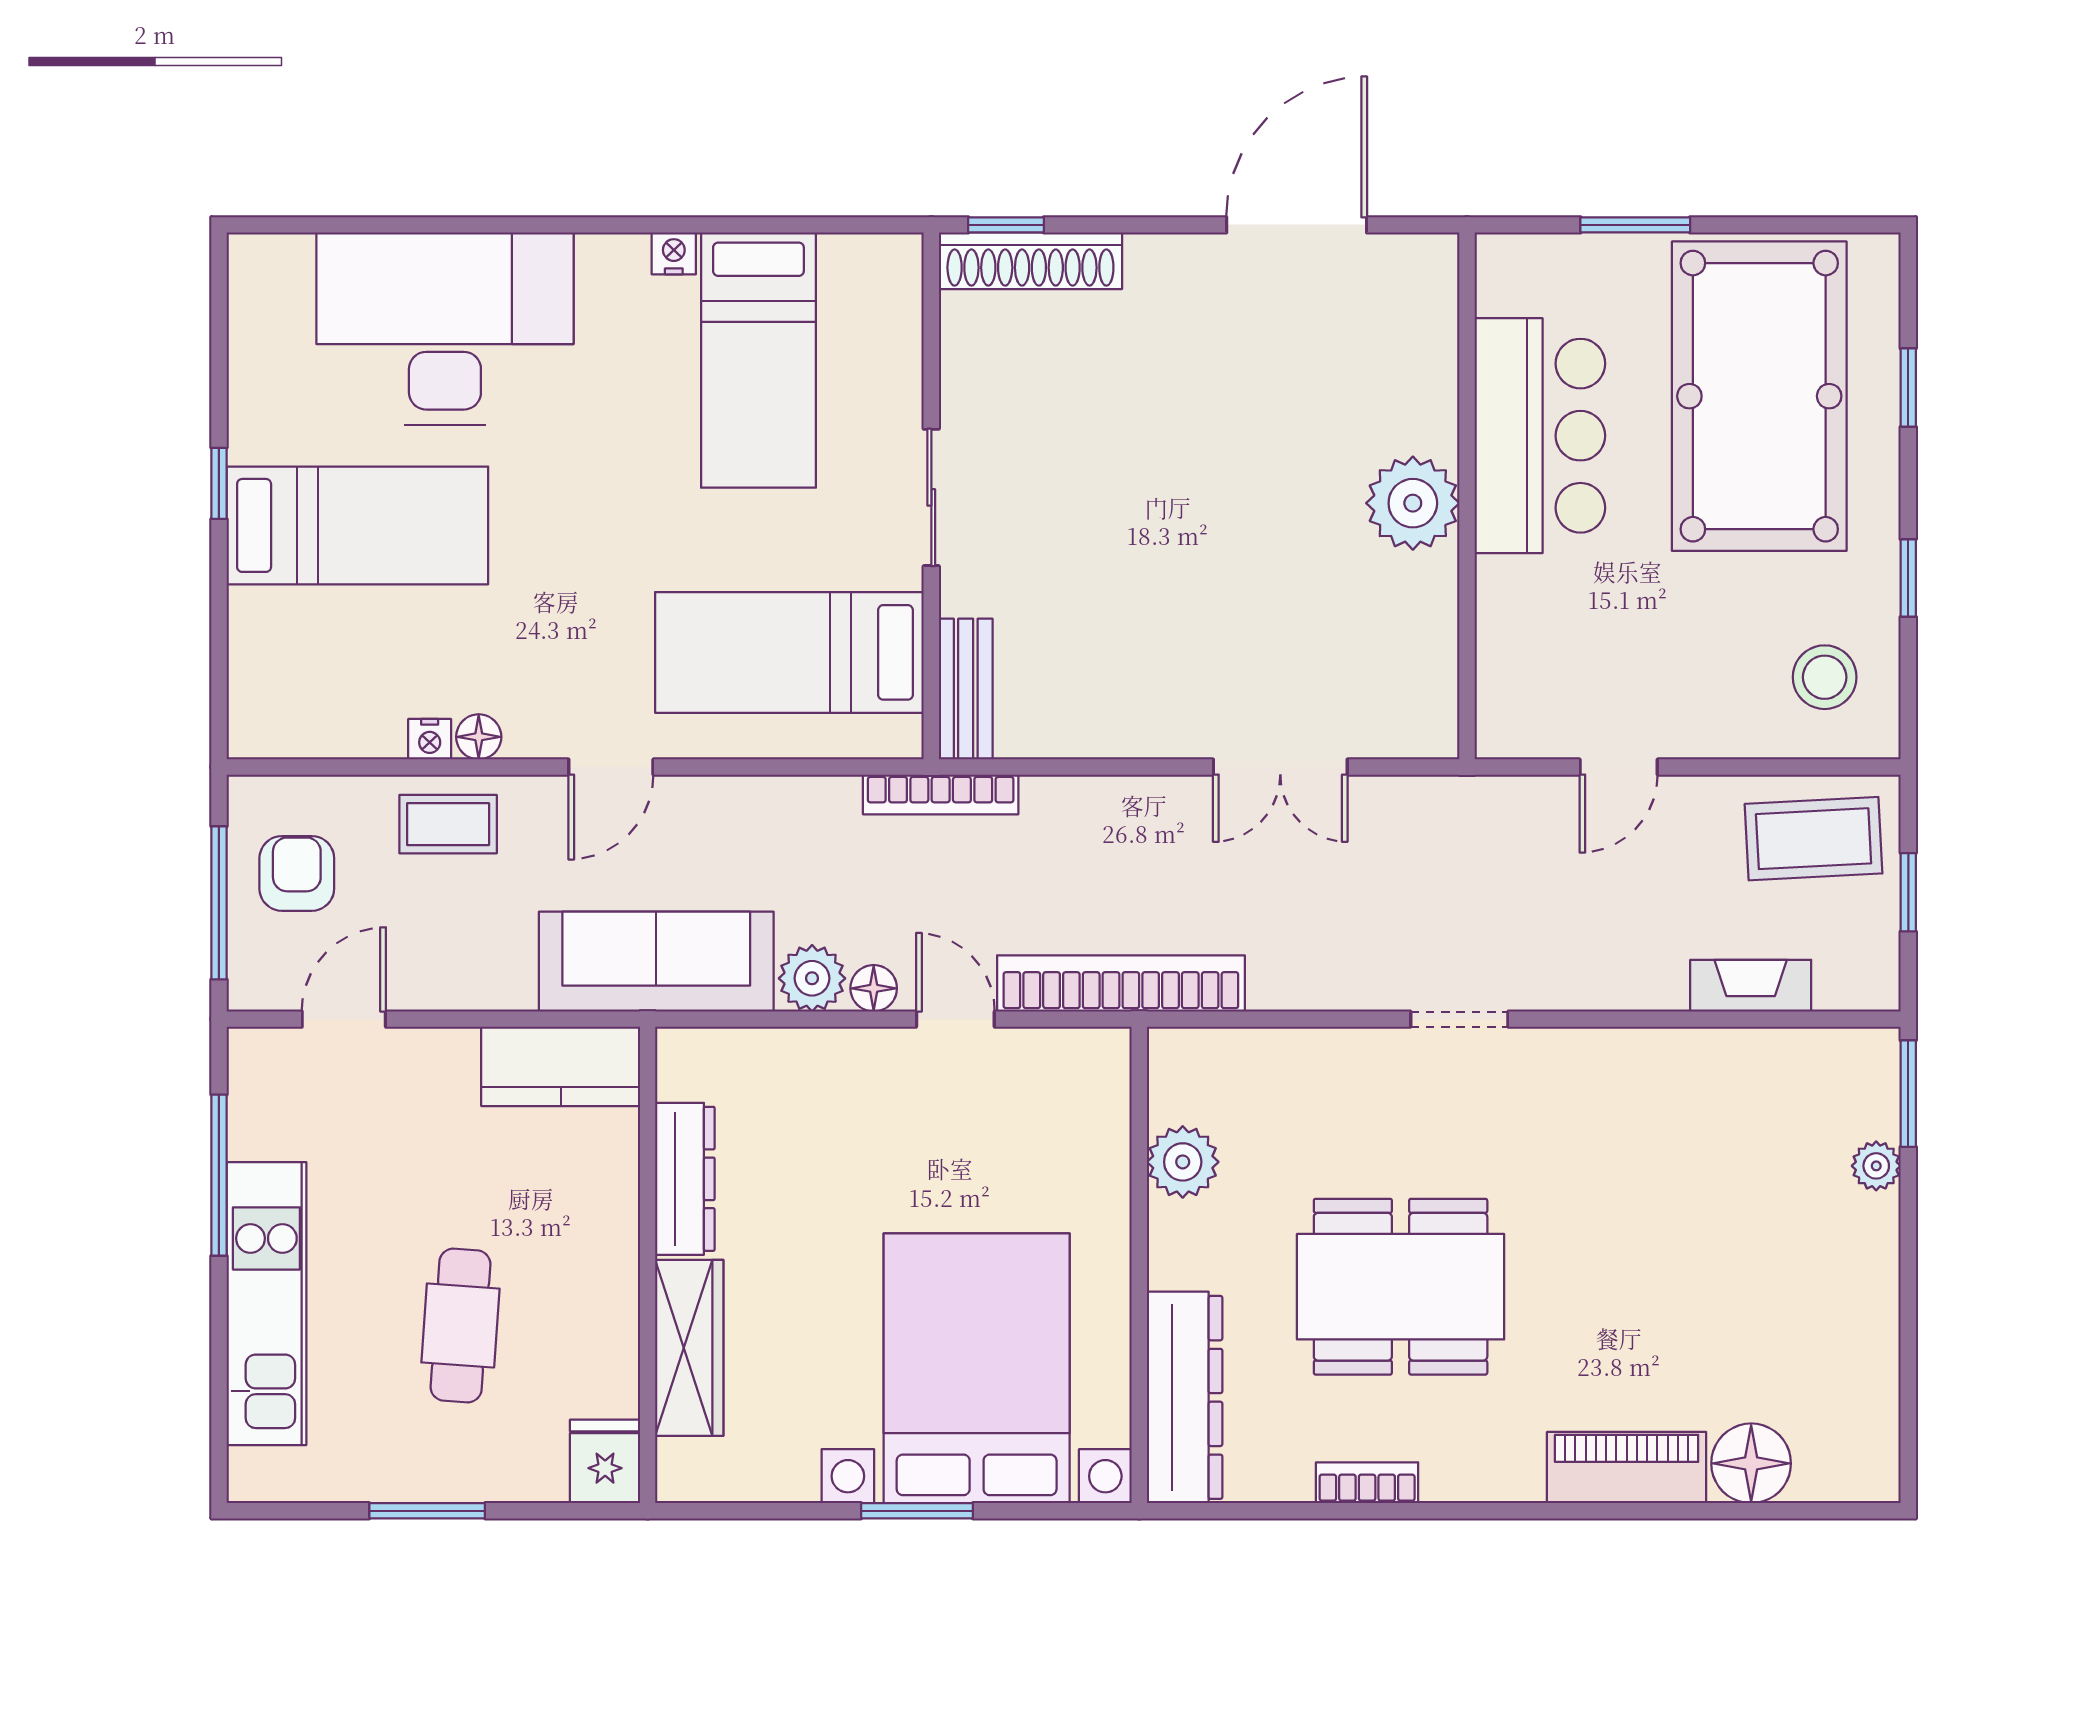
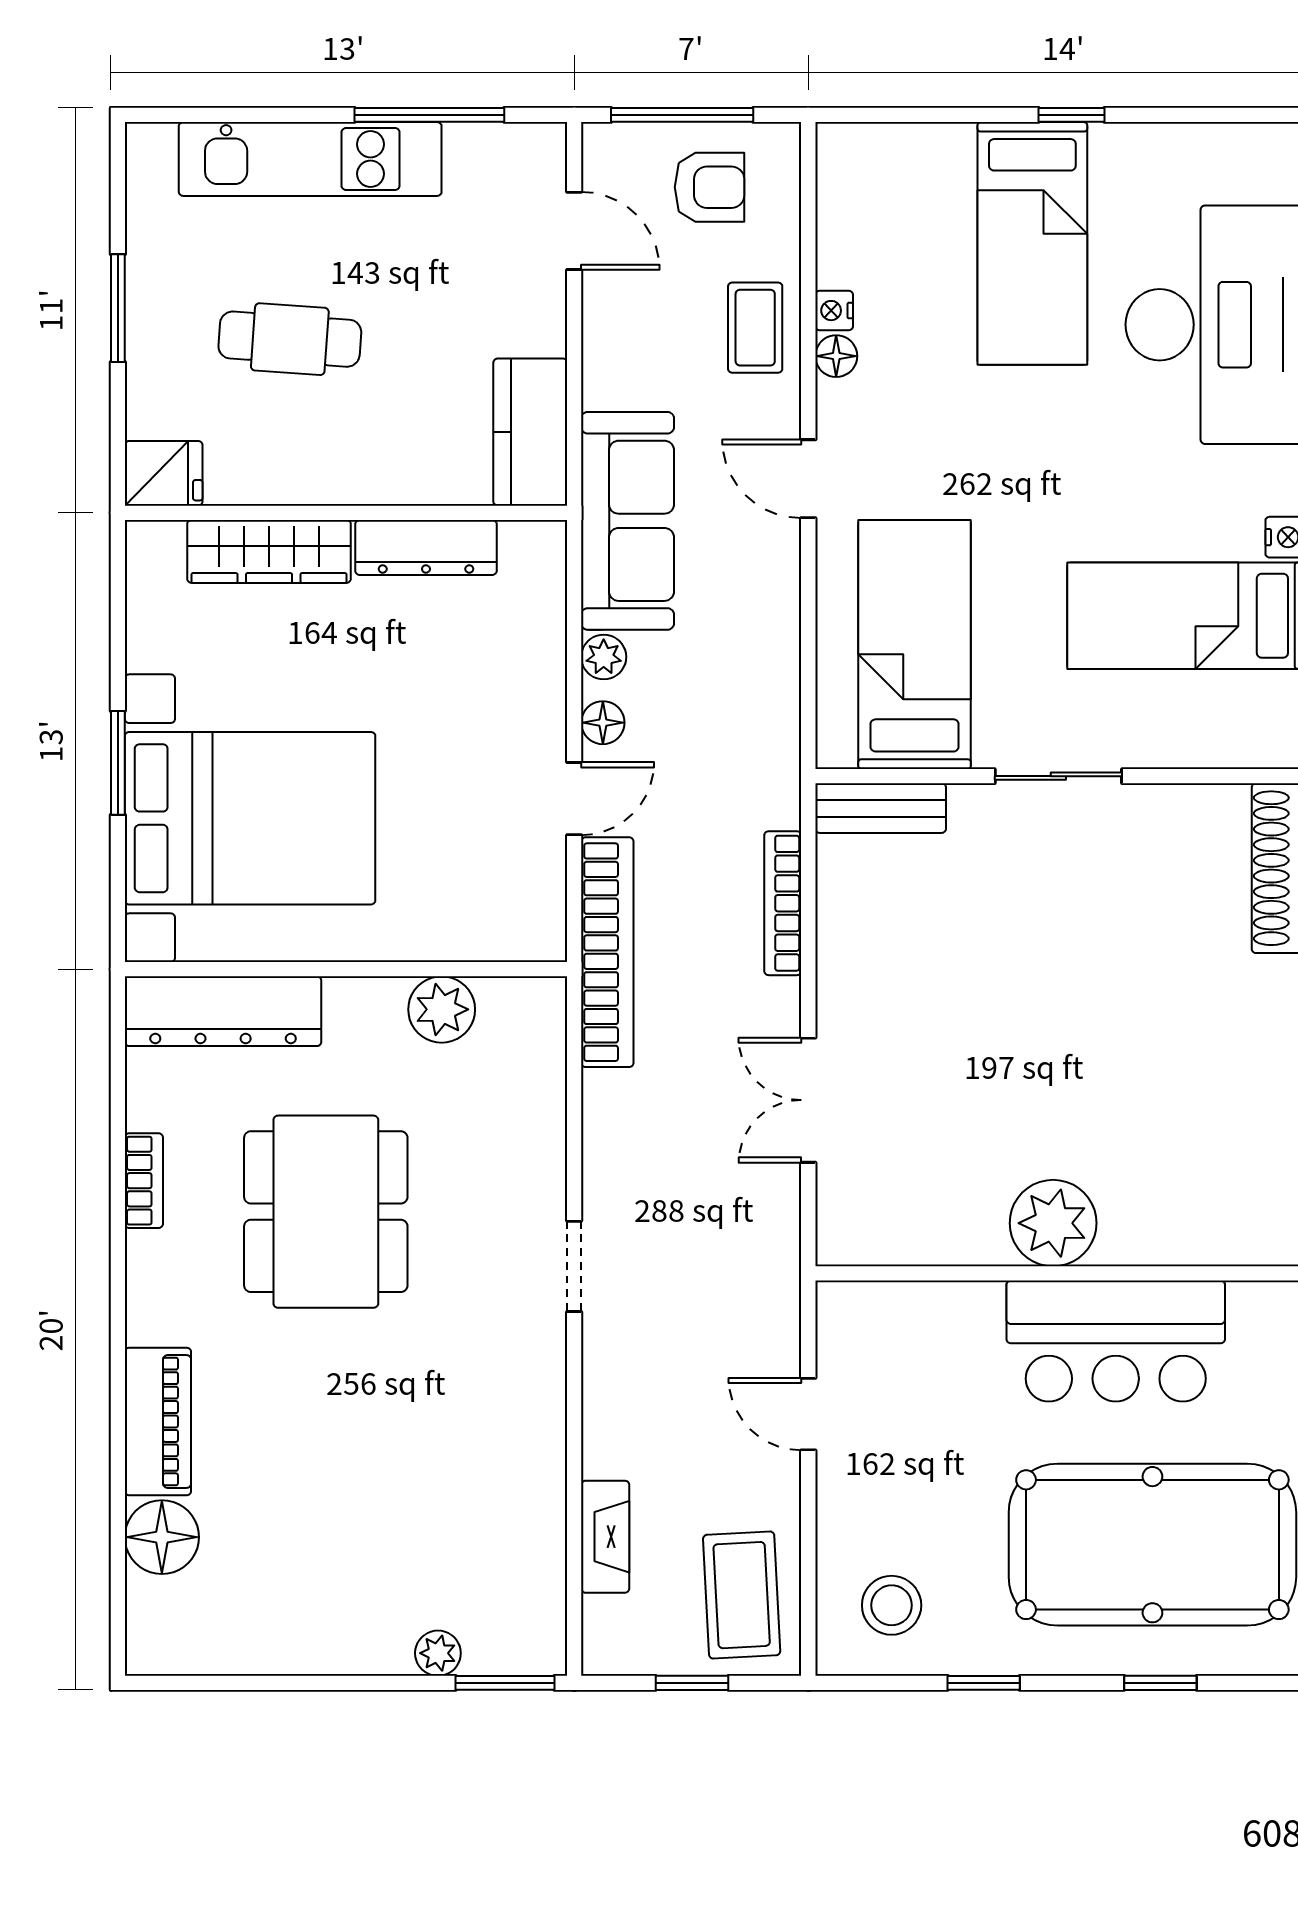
bookcase: (941, 794) -> (783, 903), moved
plant: (812, 978) -> (604, 657), width x0.73, depth x0.73

